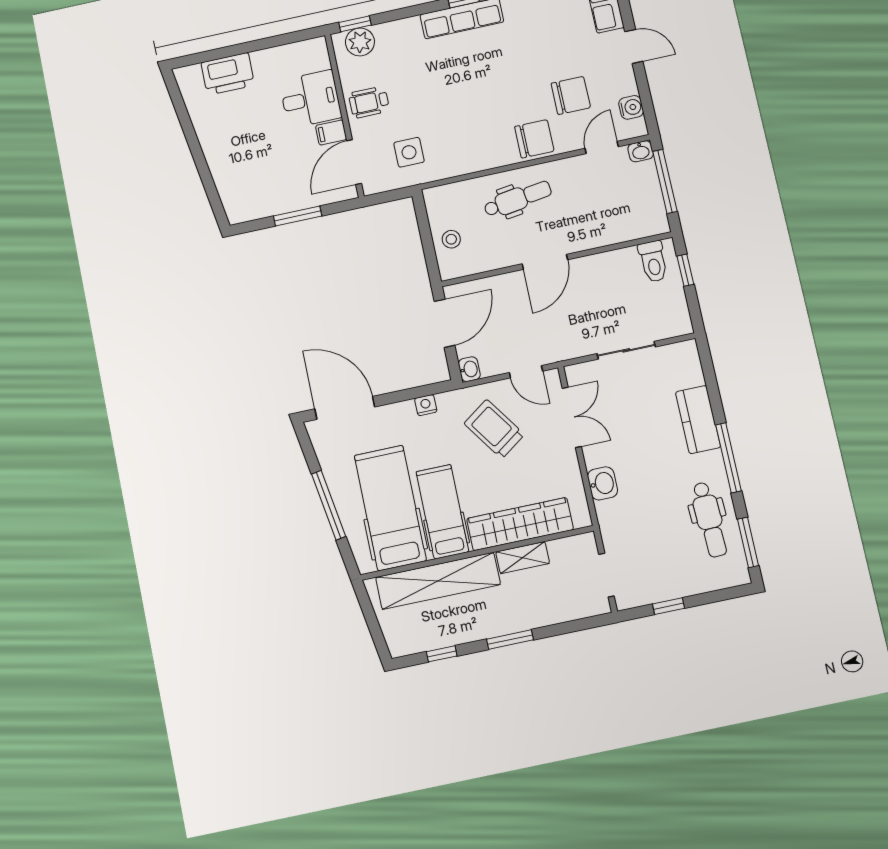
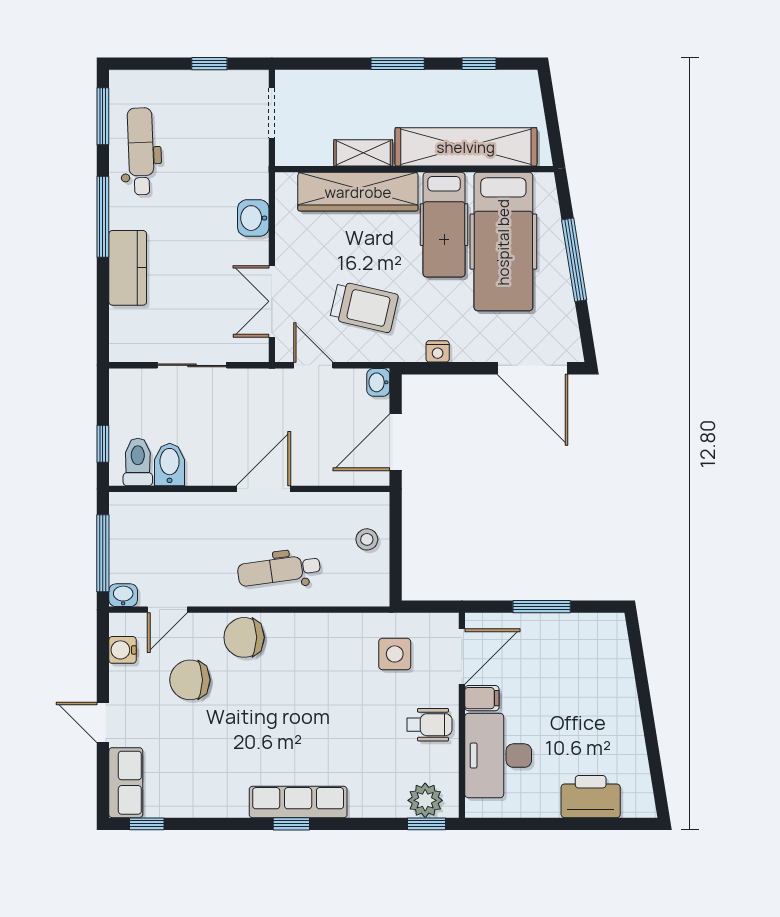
desk: (310, 99) -> (498, 756), width x1.37
bidet: (627, 265) -> (170, 465), added
trolley: (494, 429) -> (364, 307), turned -42

